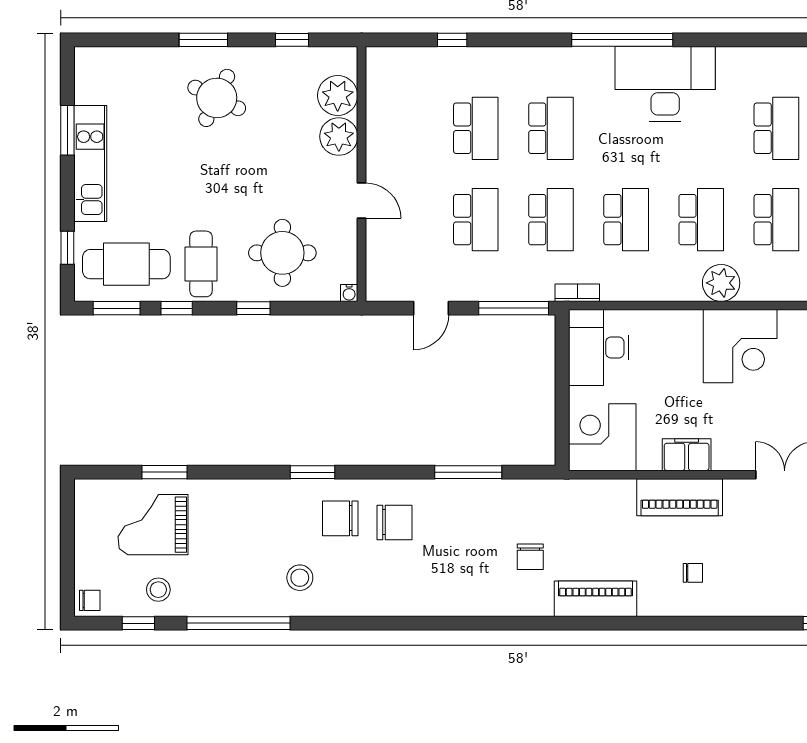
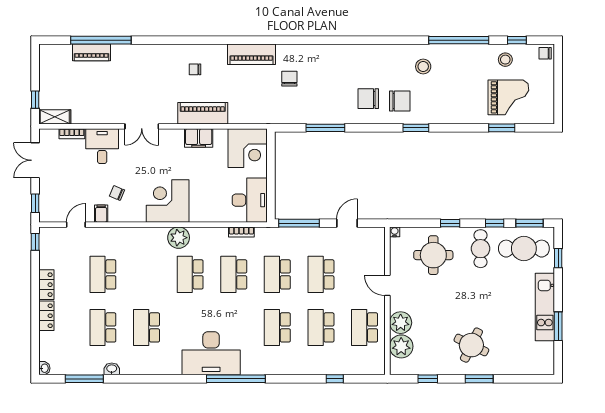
school desk: (776, 220) -> (365, 327), moved
bookcase: (577, 293) -> (241, 232), moved

